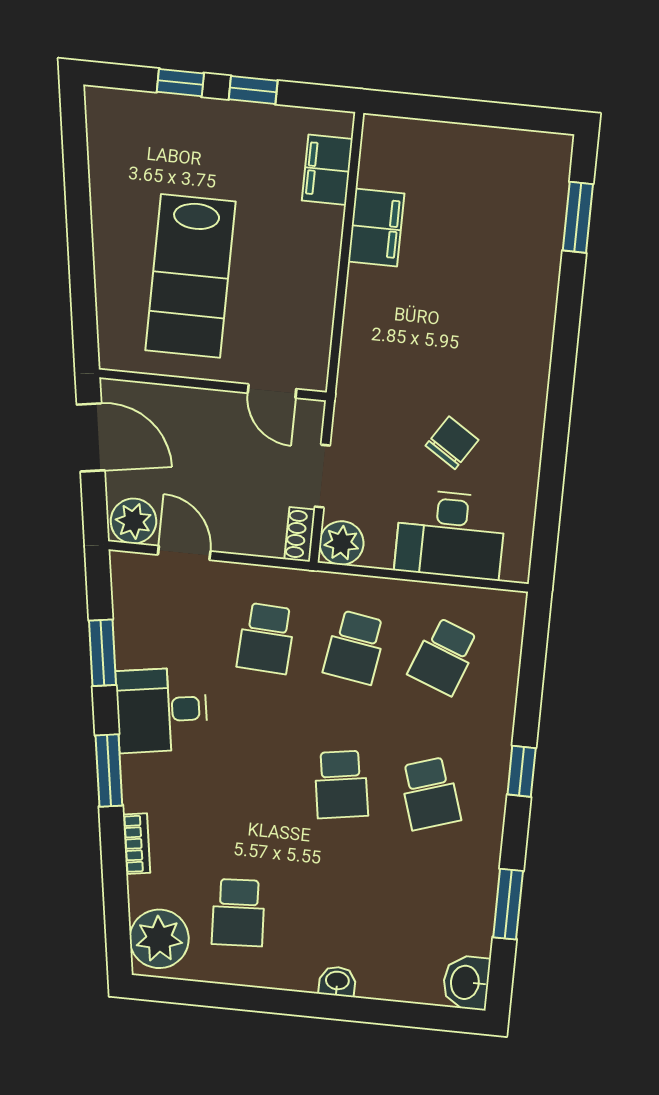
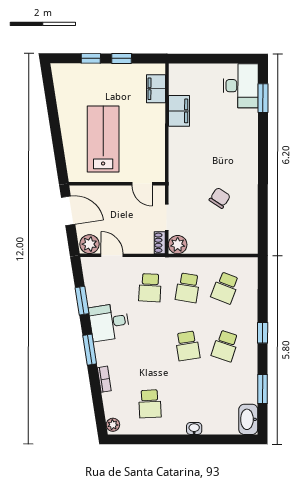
lab bench: (190, 276) -> (103, 139), turned 180
desk: (450, 535) -> (241, 86), moved, turned -90
school desk: (430, 793) -> (225, 346), turned 36
plant: (159, 939) -> (113, 425), width x0.53, depth x0.53
washbasin: (466, 982) -> (248, 419), width x1.38

